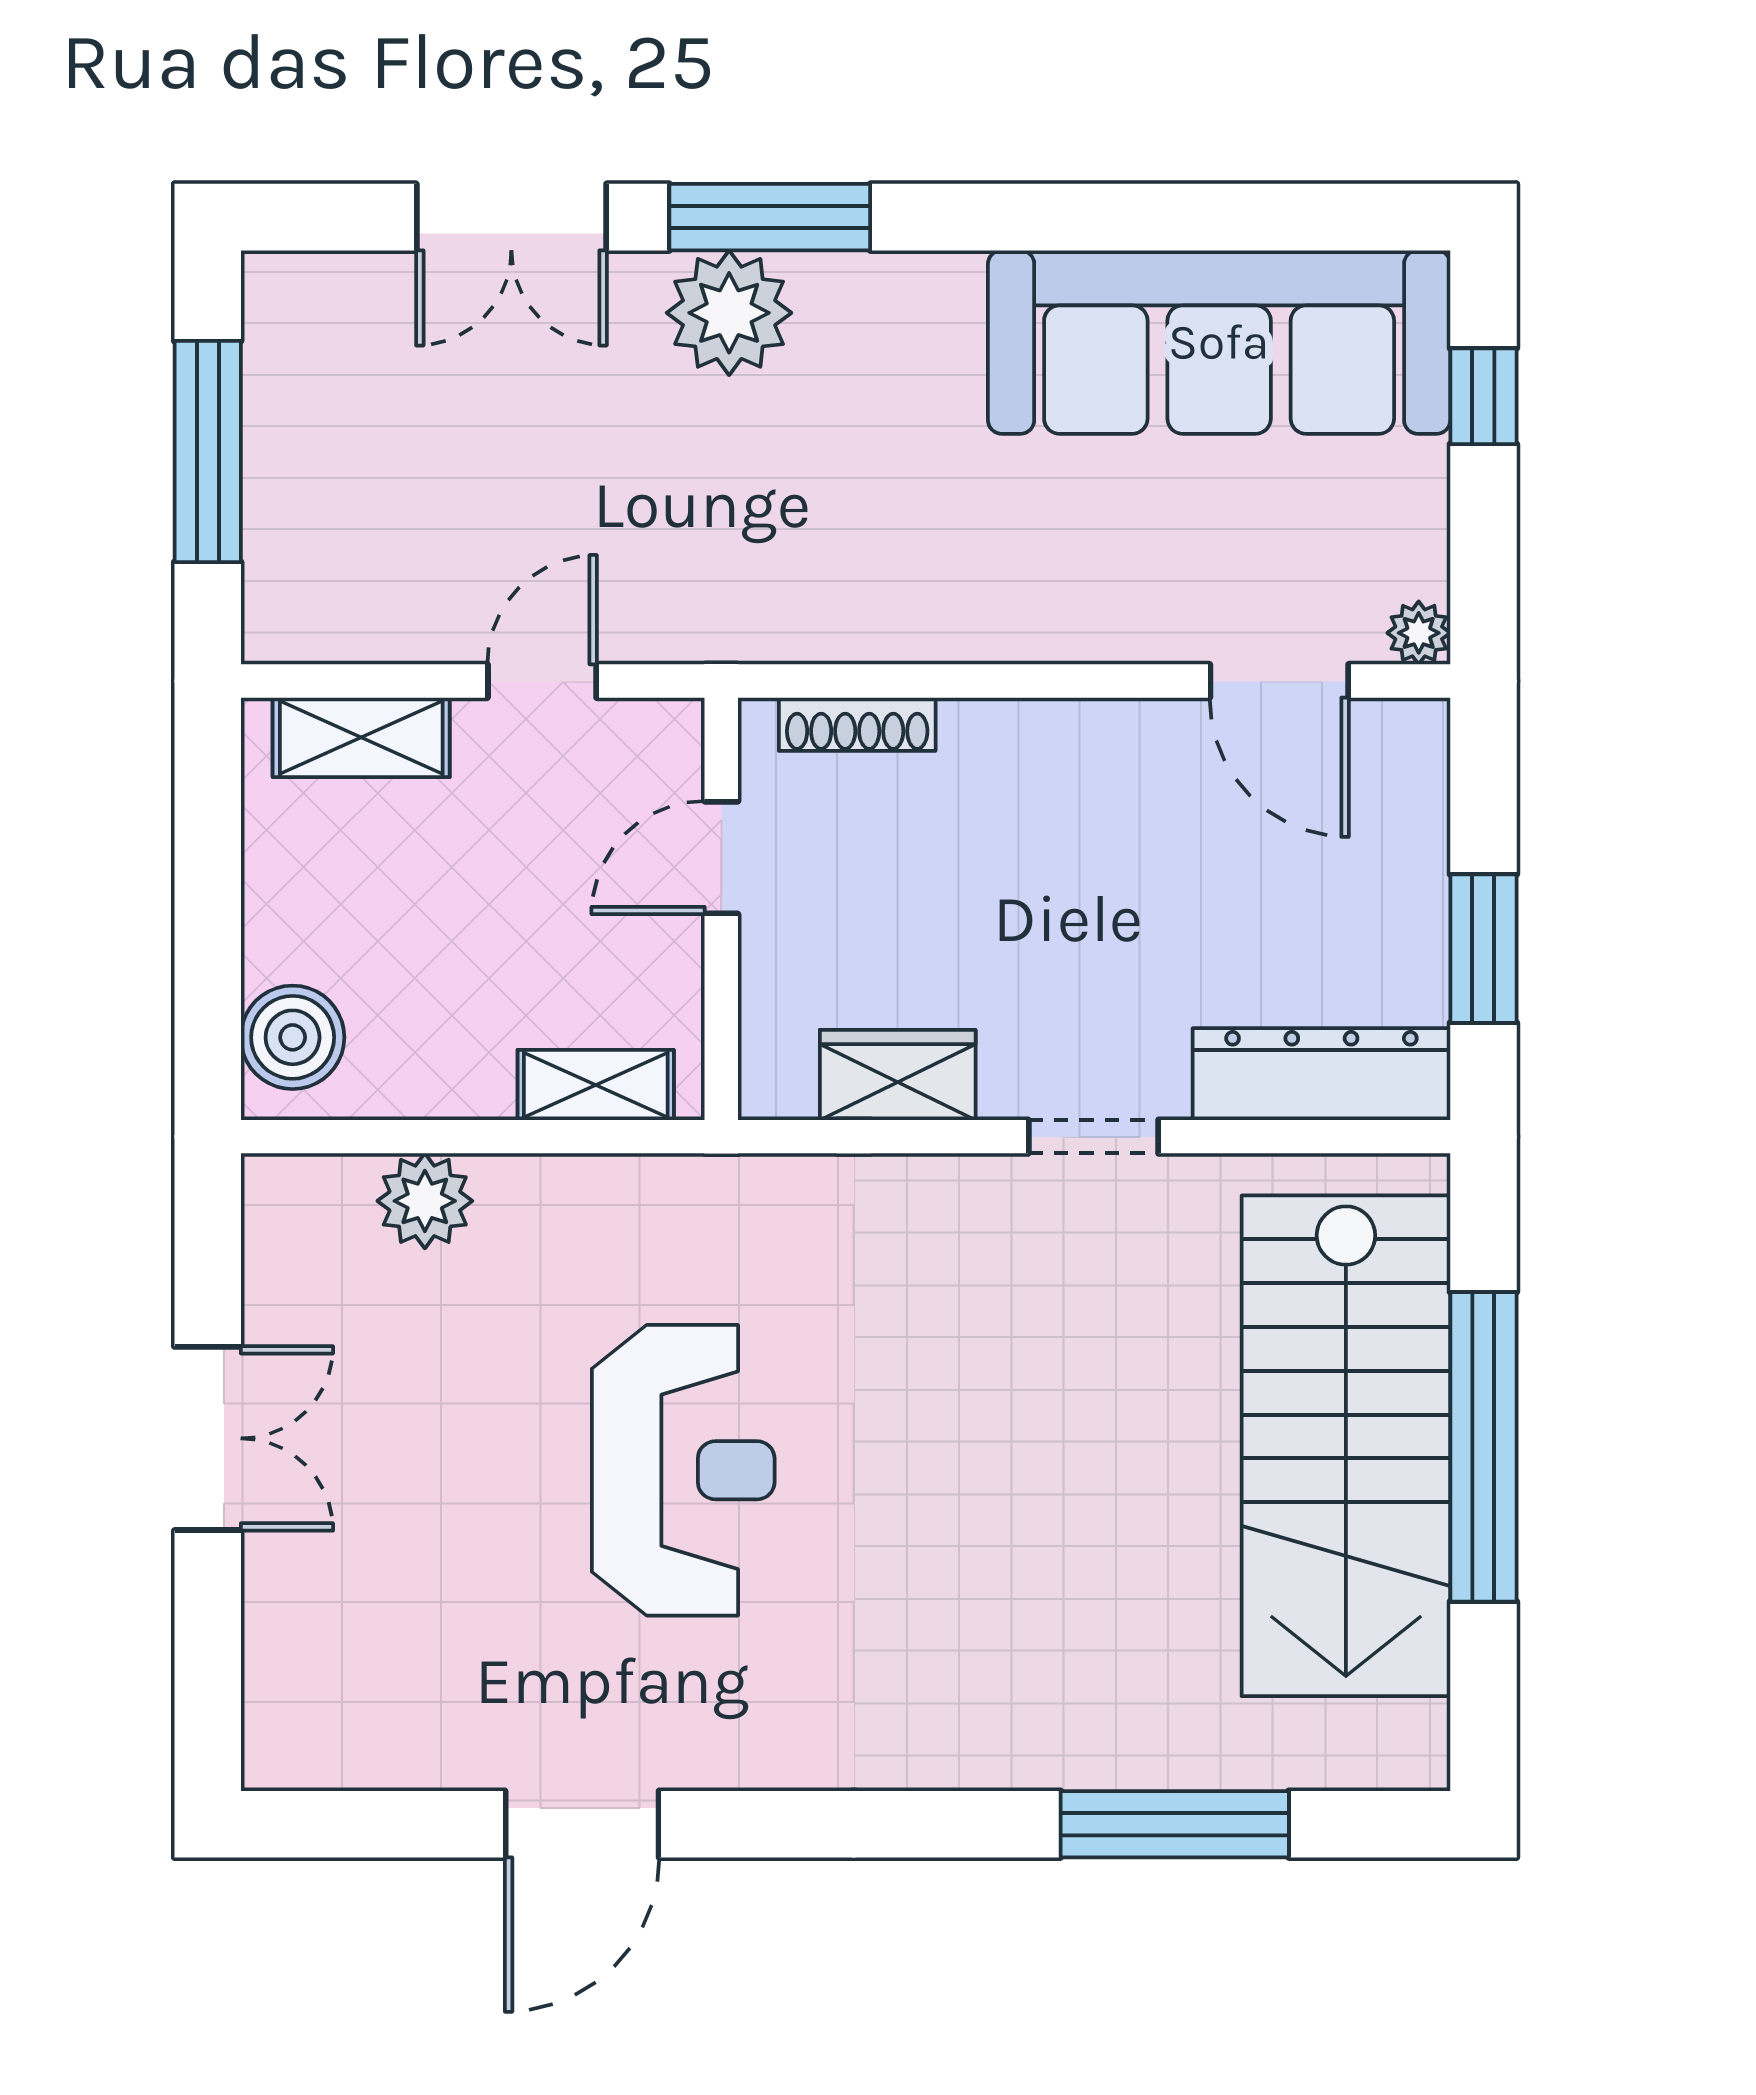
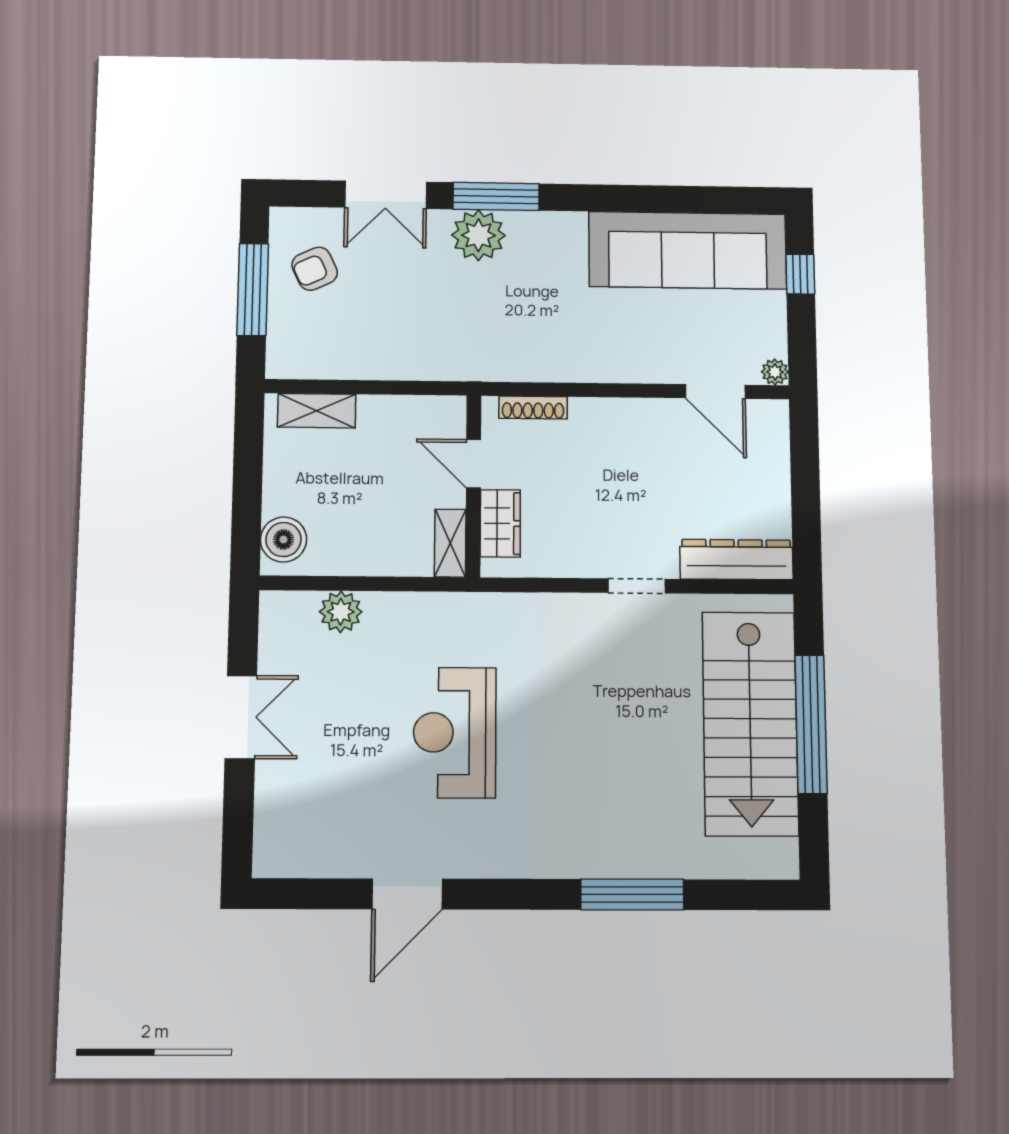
armchair: (349, 400) -> (315, 269), added
door: (542, 681) -> (396, 388), removed
door: (721, 858) -> (474, 464), hinge flipped
window: (1483, 949) -> (806, 506), removed
wardrobe: (898, 1075) -> (500, 523), moved, turned 90
shelving: (596, 1085) -> (450, 543), moved, turned 90
reception desk: (683, 1470) -> (455, 733), turned 180
window: (1175, 1824) -> (632, 895), moved

